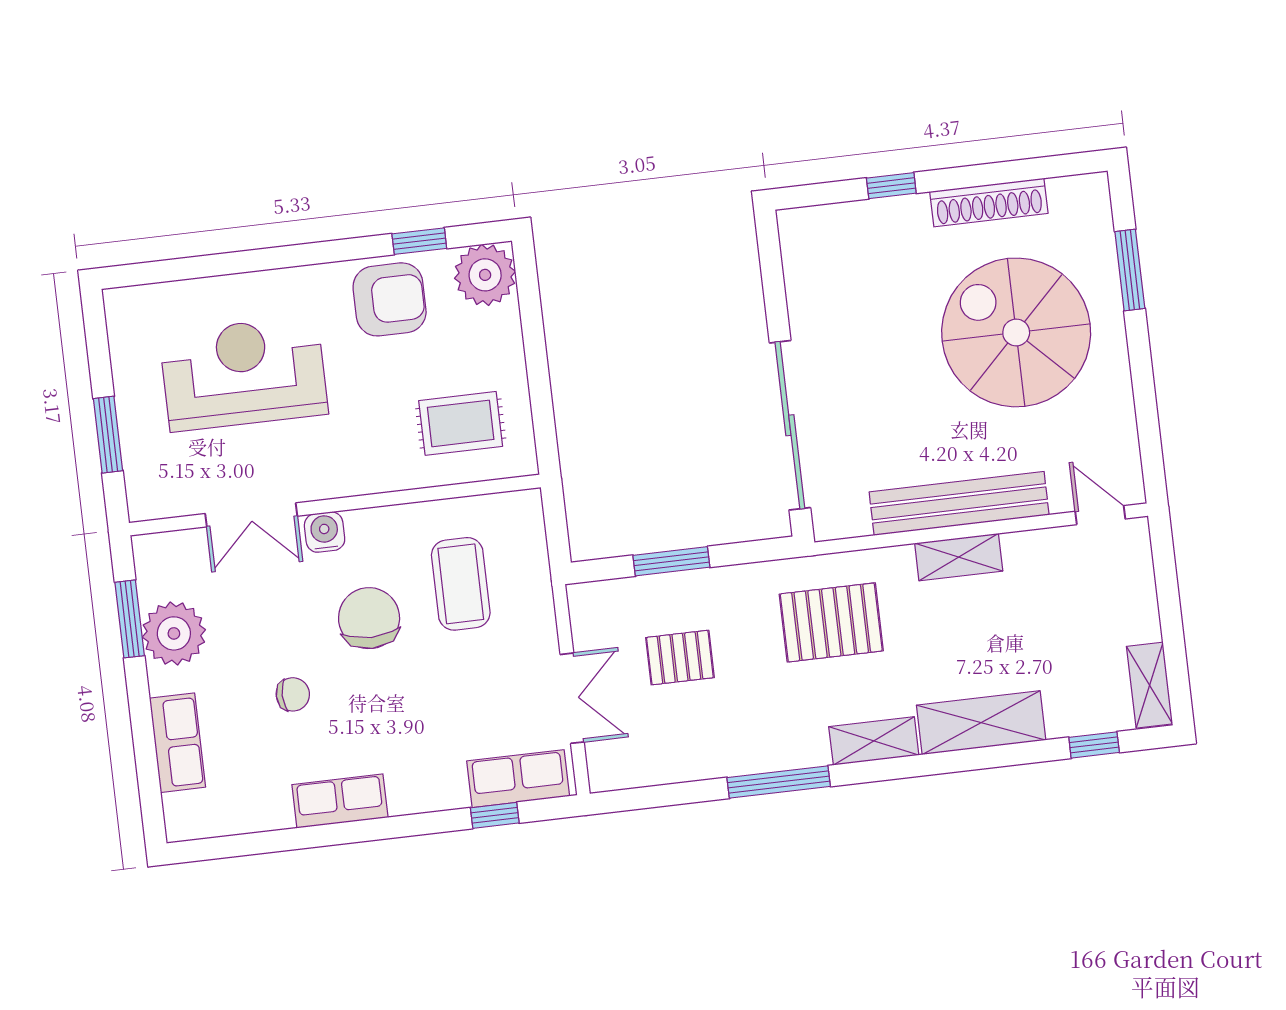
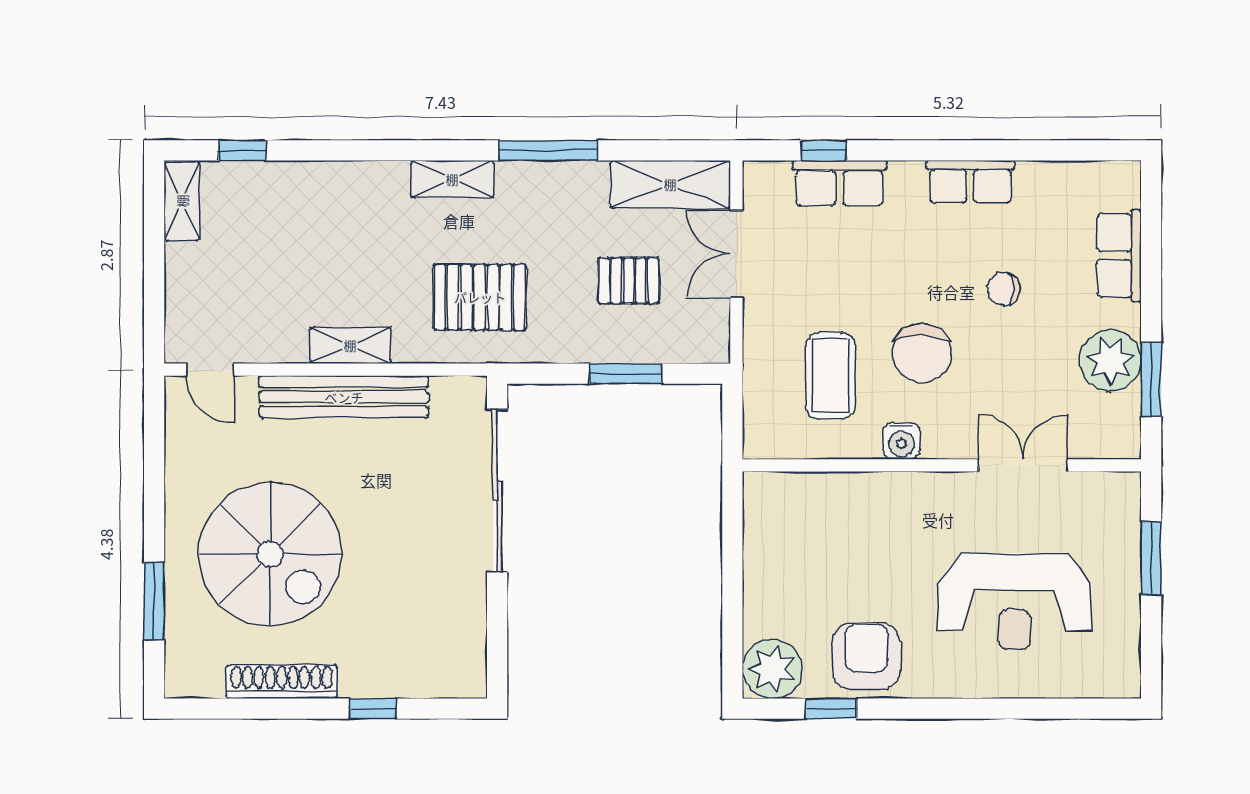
armchair: (390, 299) -> (866, 656), turned 90
rug: (461, 423) -> (812, 529), removed
water cooler: (325, 532) -> (901, 441), moved
shelving: (981, 723) -> (670, 184), moved
row of seats: (518, 779) -> (840, 183), moved

